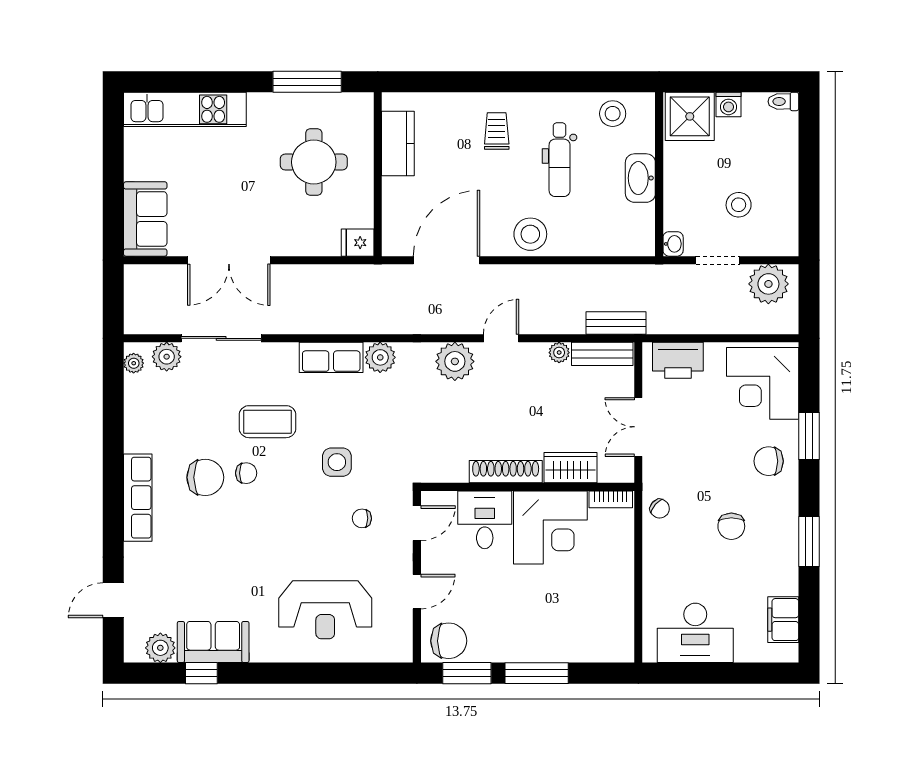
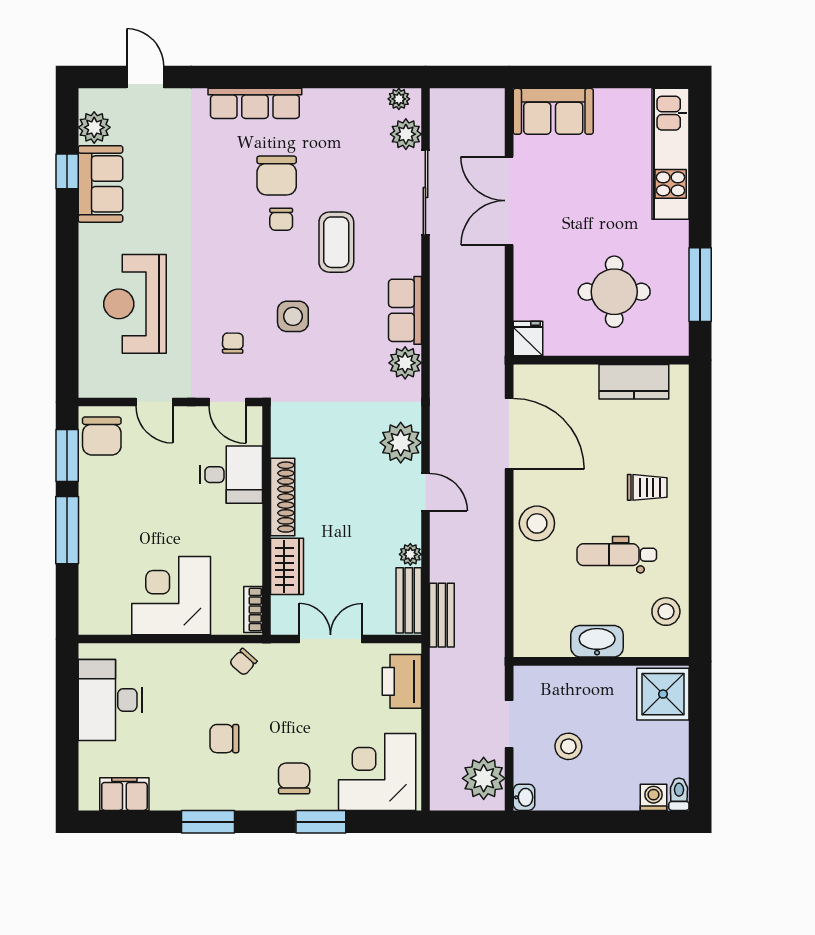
washing machine: (729, 104) -> (654, 797), moved, turned 90
washbasin: (673, 244) -> (524, 797), moved, turned -90
corner desk: (550, 527) -> (171, 596), moved, turned 90

